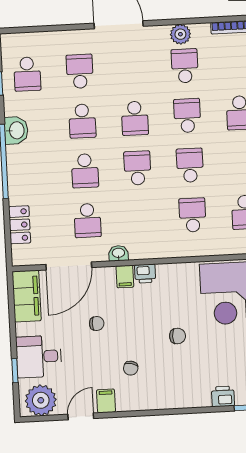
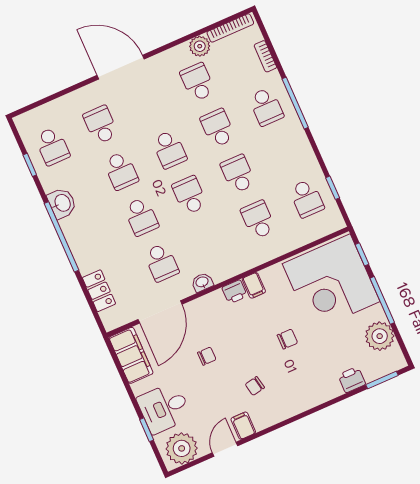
plant: (180, 34) -> (200, 46), moved
filing cabinet: (125, 277) -> (254, 285), moved
chair: (131, 368) -> (255, 386), turned 66

